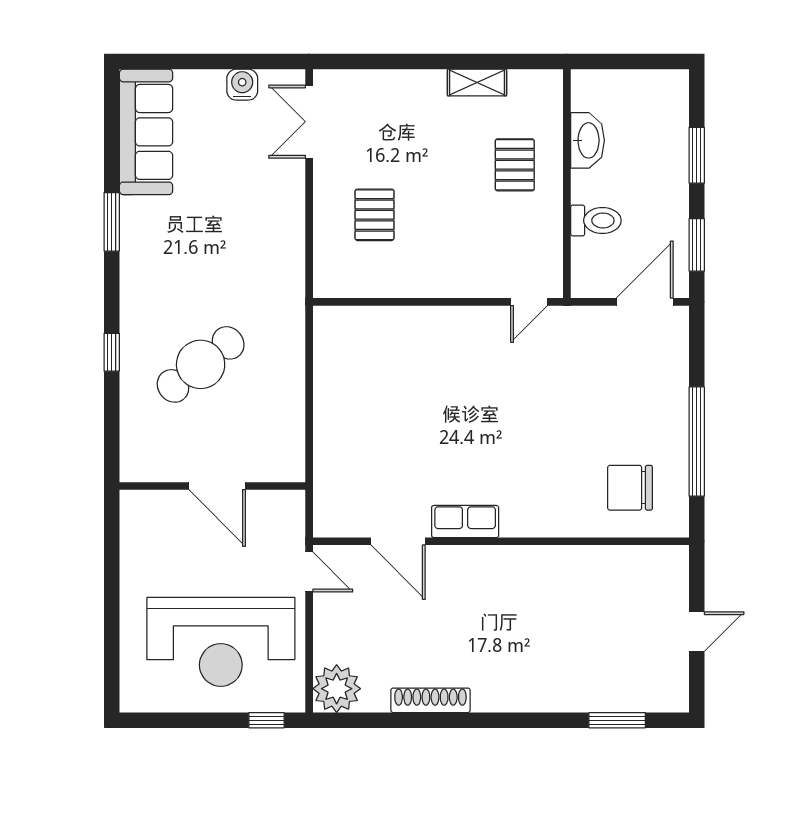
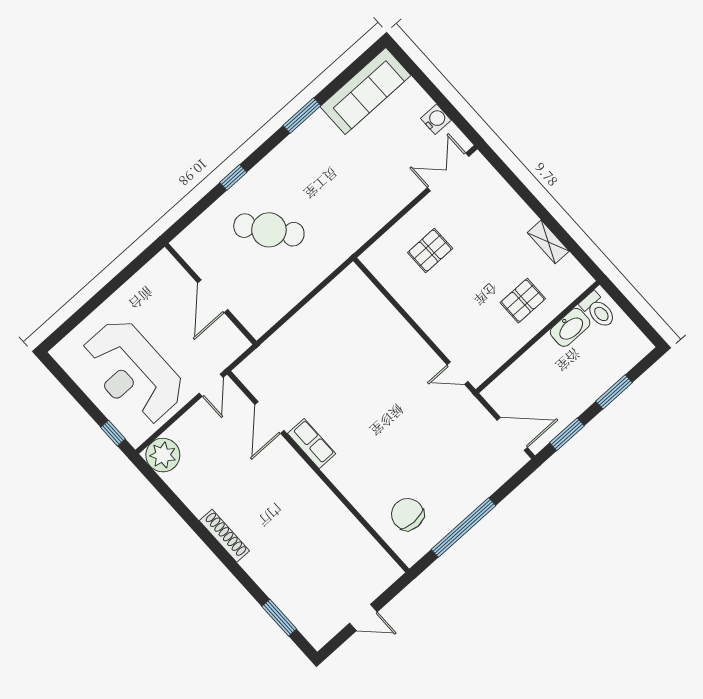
toilet: (596, 220) -> (598, 310), moved
shoe rack: (430, 700) -> (224, 536), moved

